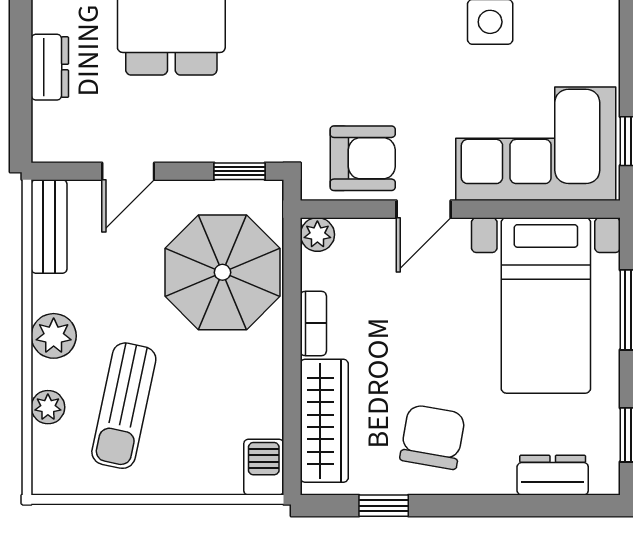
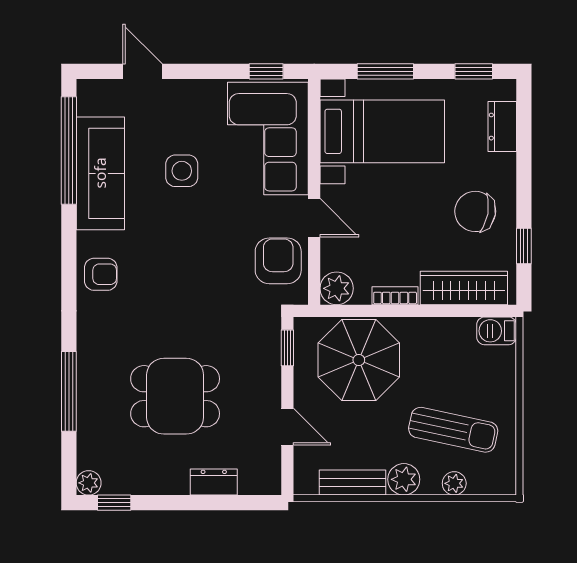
bench: (49, 226) -> (352, 483), moved
plant: (317, 235) -> (337, 288), width x1.38, depth x1.38

